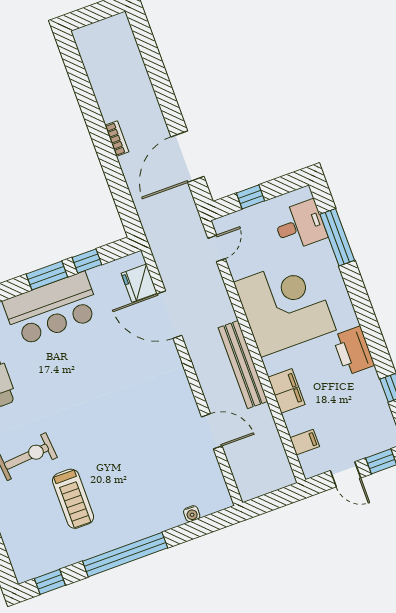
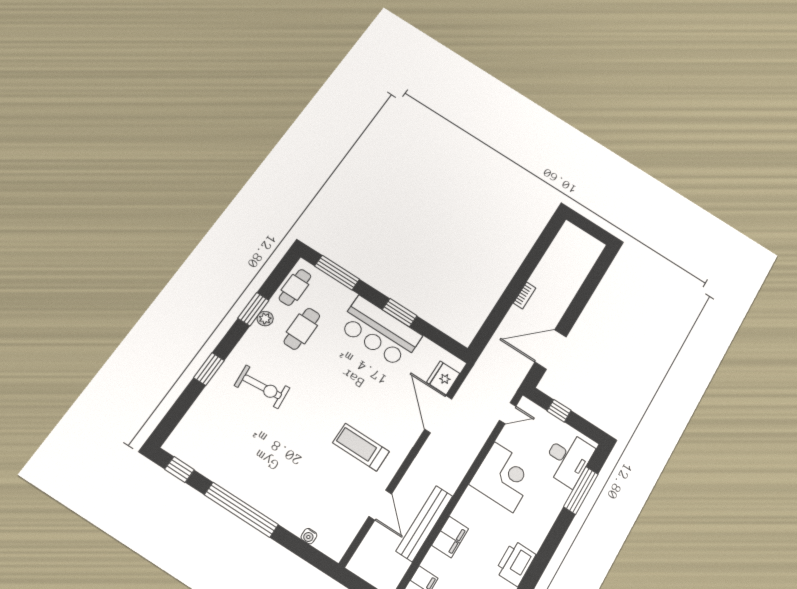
desk: (300, 225) -> (568, 459), width x1.37
window: (87, 261) -> (430, 332), removed
corner desk: (285, 306) -> (504, 477), width x0.74, depth x0.74
bench: (243, 365) -> (425, 523), moved
treadmill: (73, 499) -> (361, 447), moved, turned 90

